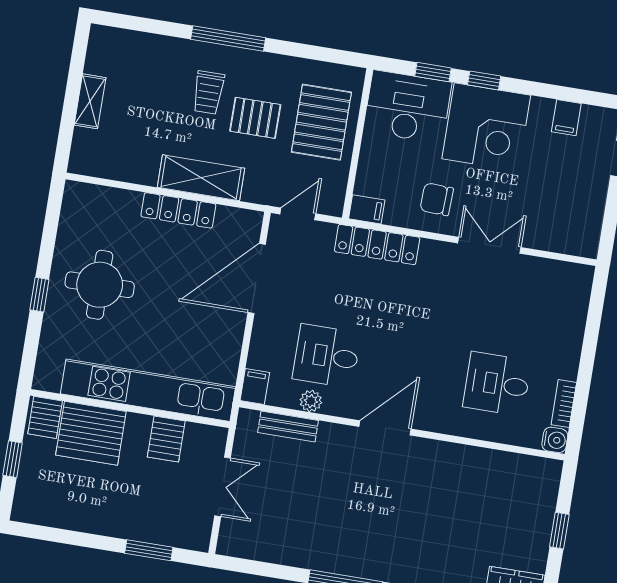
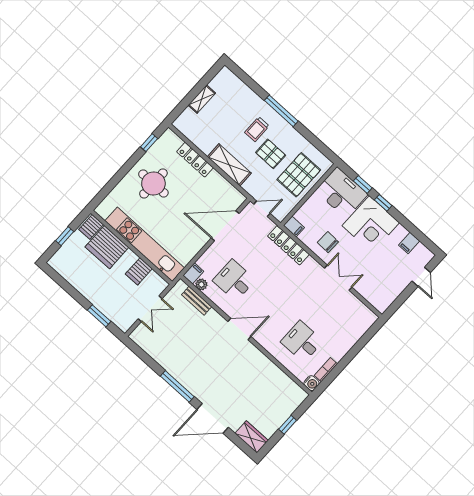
locker: (178, 210) -> (195, 160), moved
window: (39, 295) -> (149, 143), moved
plant: (311, 401) -> (201, 284), moved

